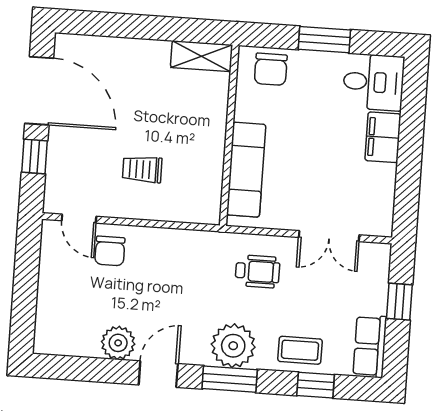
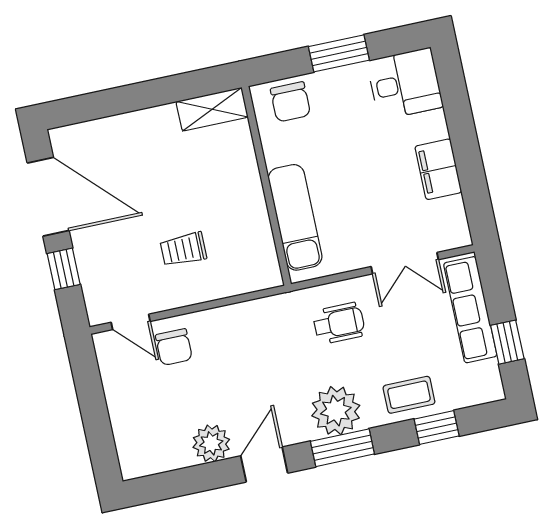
filing cabinet: (383, 137) -> (438, 169), moved
window: (399, 302) -> (507, 342), moved
row of seats: (370, 346) -> (470, 310), moved, width x1.48

